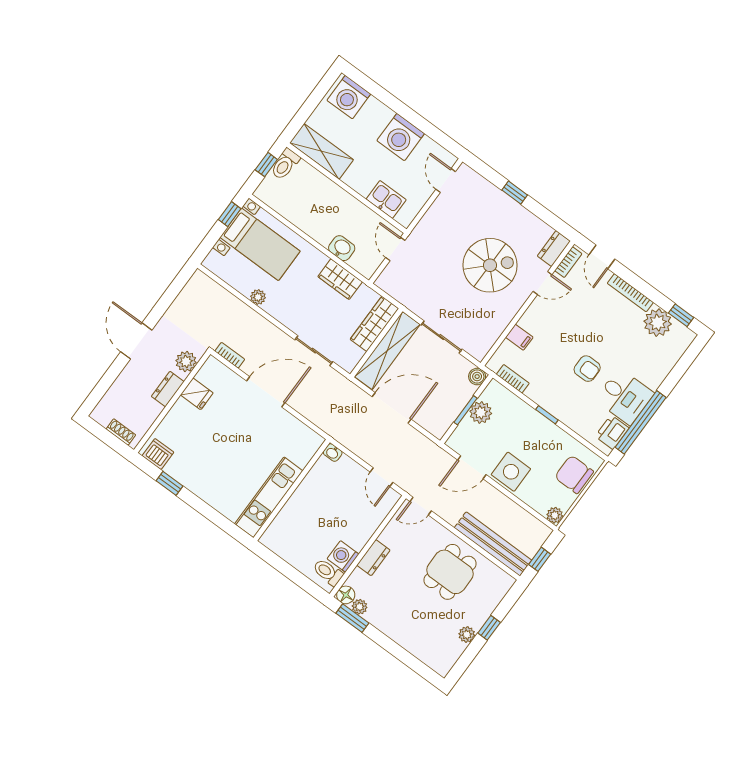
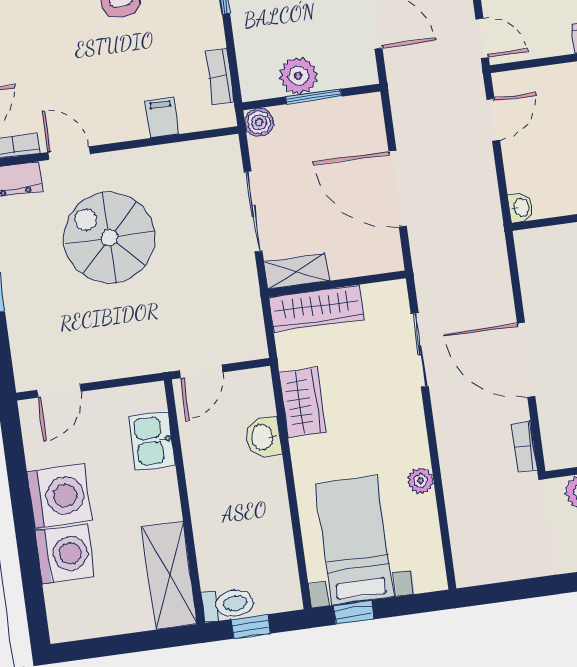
washing machine: (349, 97) -> (65, 554), moved
shelving: (387, 350) -> (297, 271), width x0.45, depth x0.75

